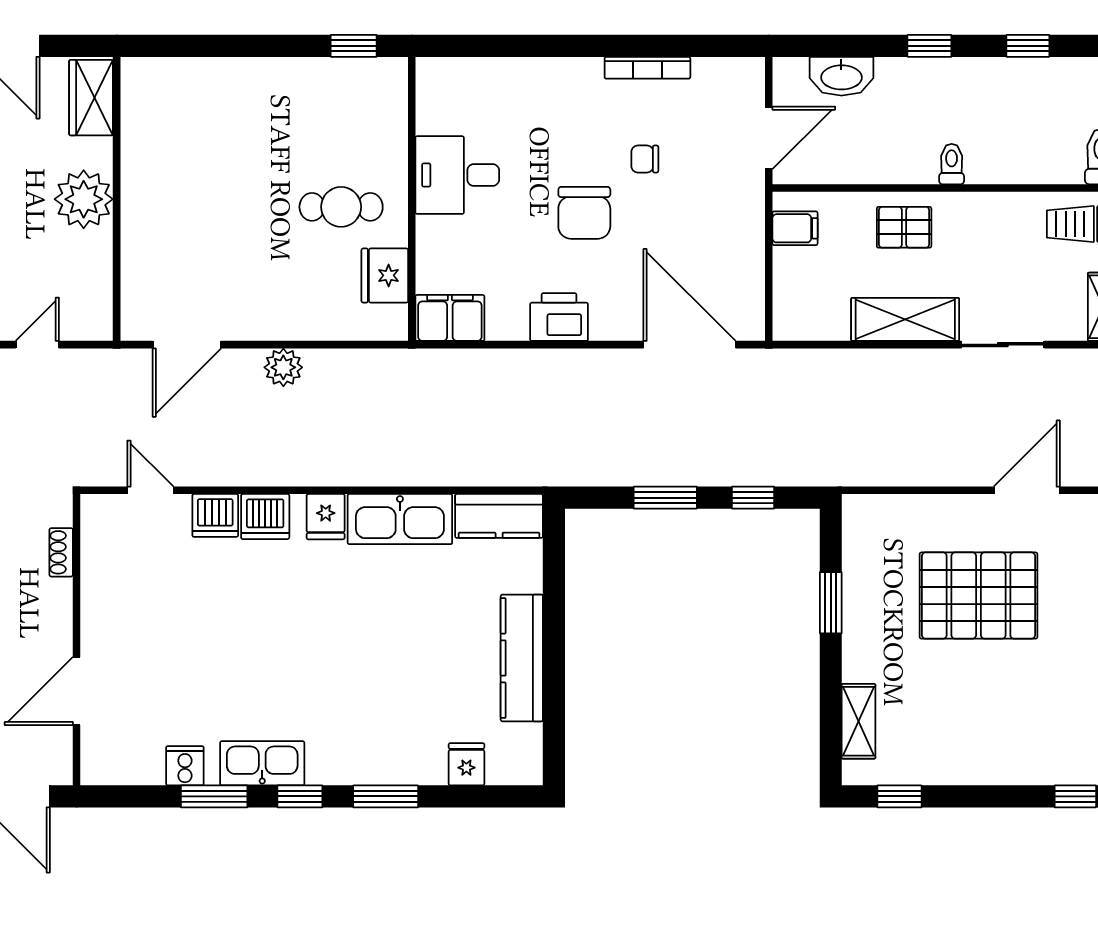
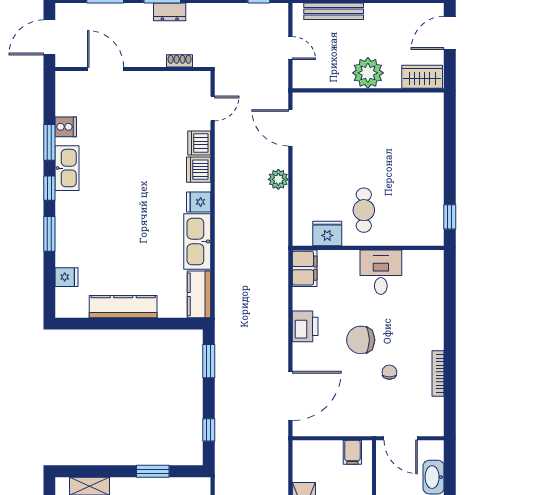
window: (665, 498) -> (209, 361), moved

